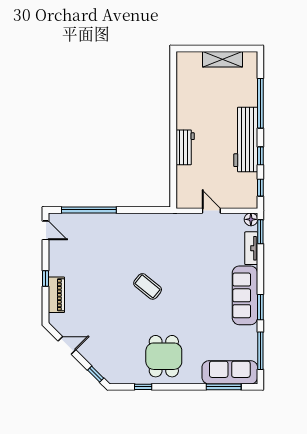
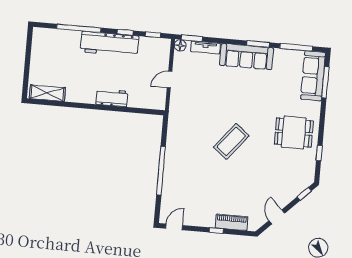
shelving: (223, 59) -> (47, 93), moved, turned 90
window: (89, 210) -> (161, 171), moved
coffee table: (148, 286) -> (231, 141), width x1.36, depth x1.32

